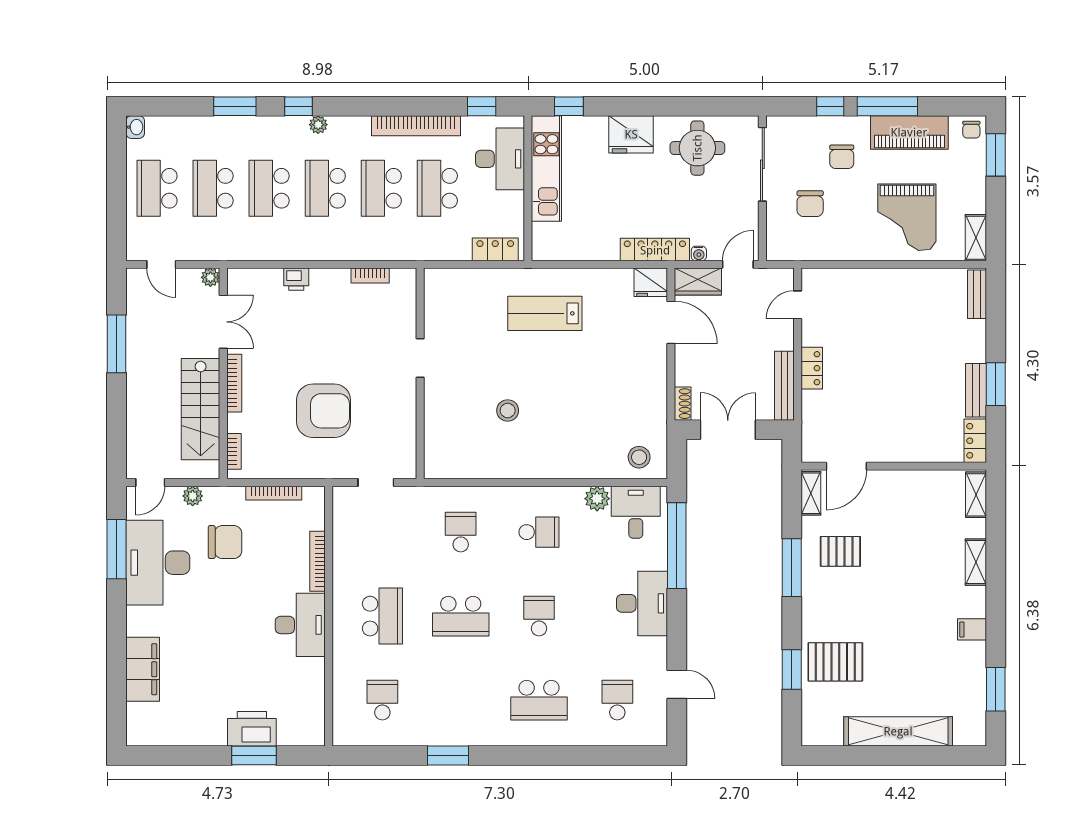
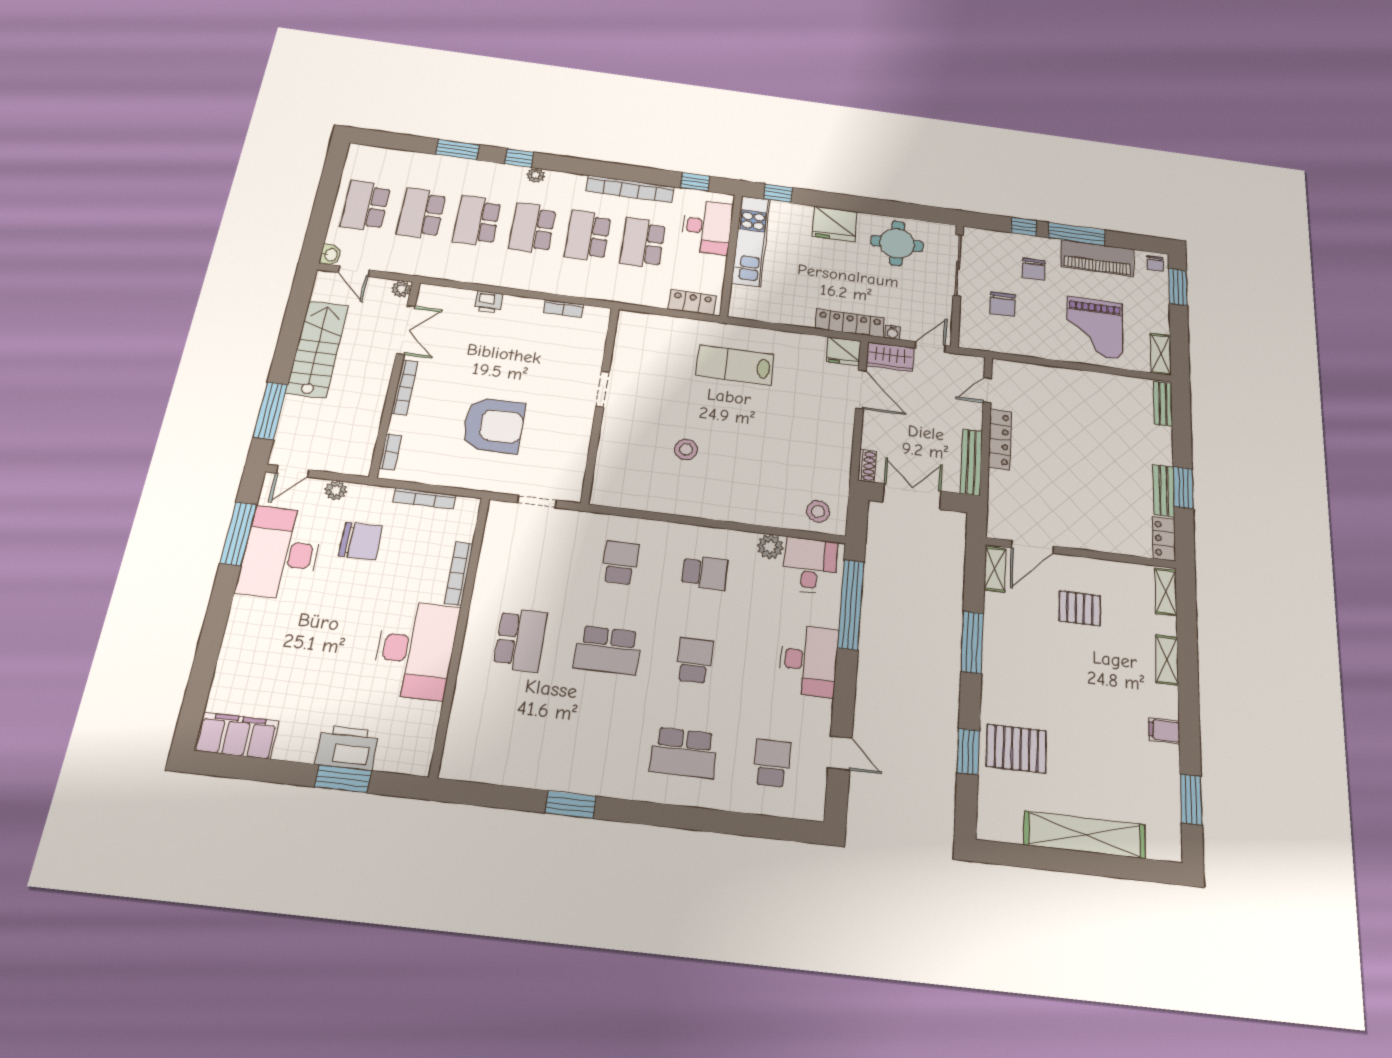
washbasin: (135, 127) -> (331, 255), moved
window: (117, 344) -> (270, 411), moved
locker: (812, 368) -> (1000, 439), width x1.53
stairs: (201, 409) -> (317, 349), moved, turned 180
pallet: (840, 551) -> (1080, 608), moved
desk: (300, 625) -> (416, 650), width x1.36, depth x1.30
filing cabinet: (143, 669) -> (237, 736), moved, turned -90
school desk: (382, 700) -> (505, 732), removed

